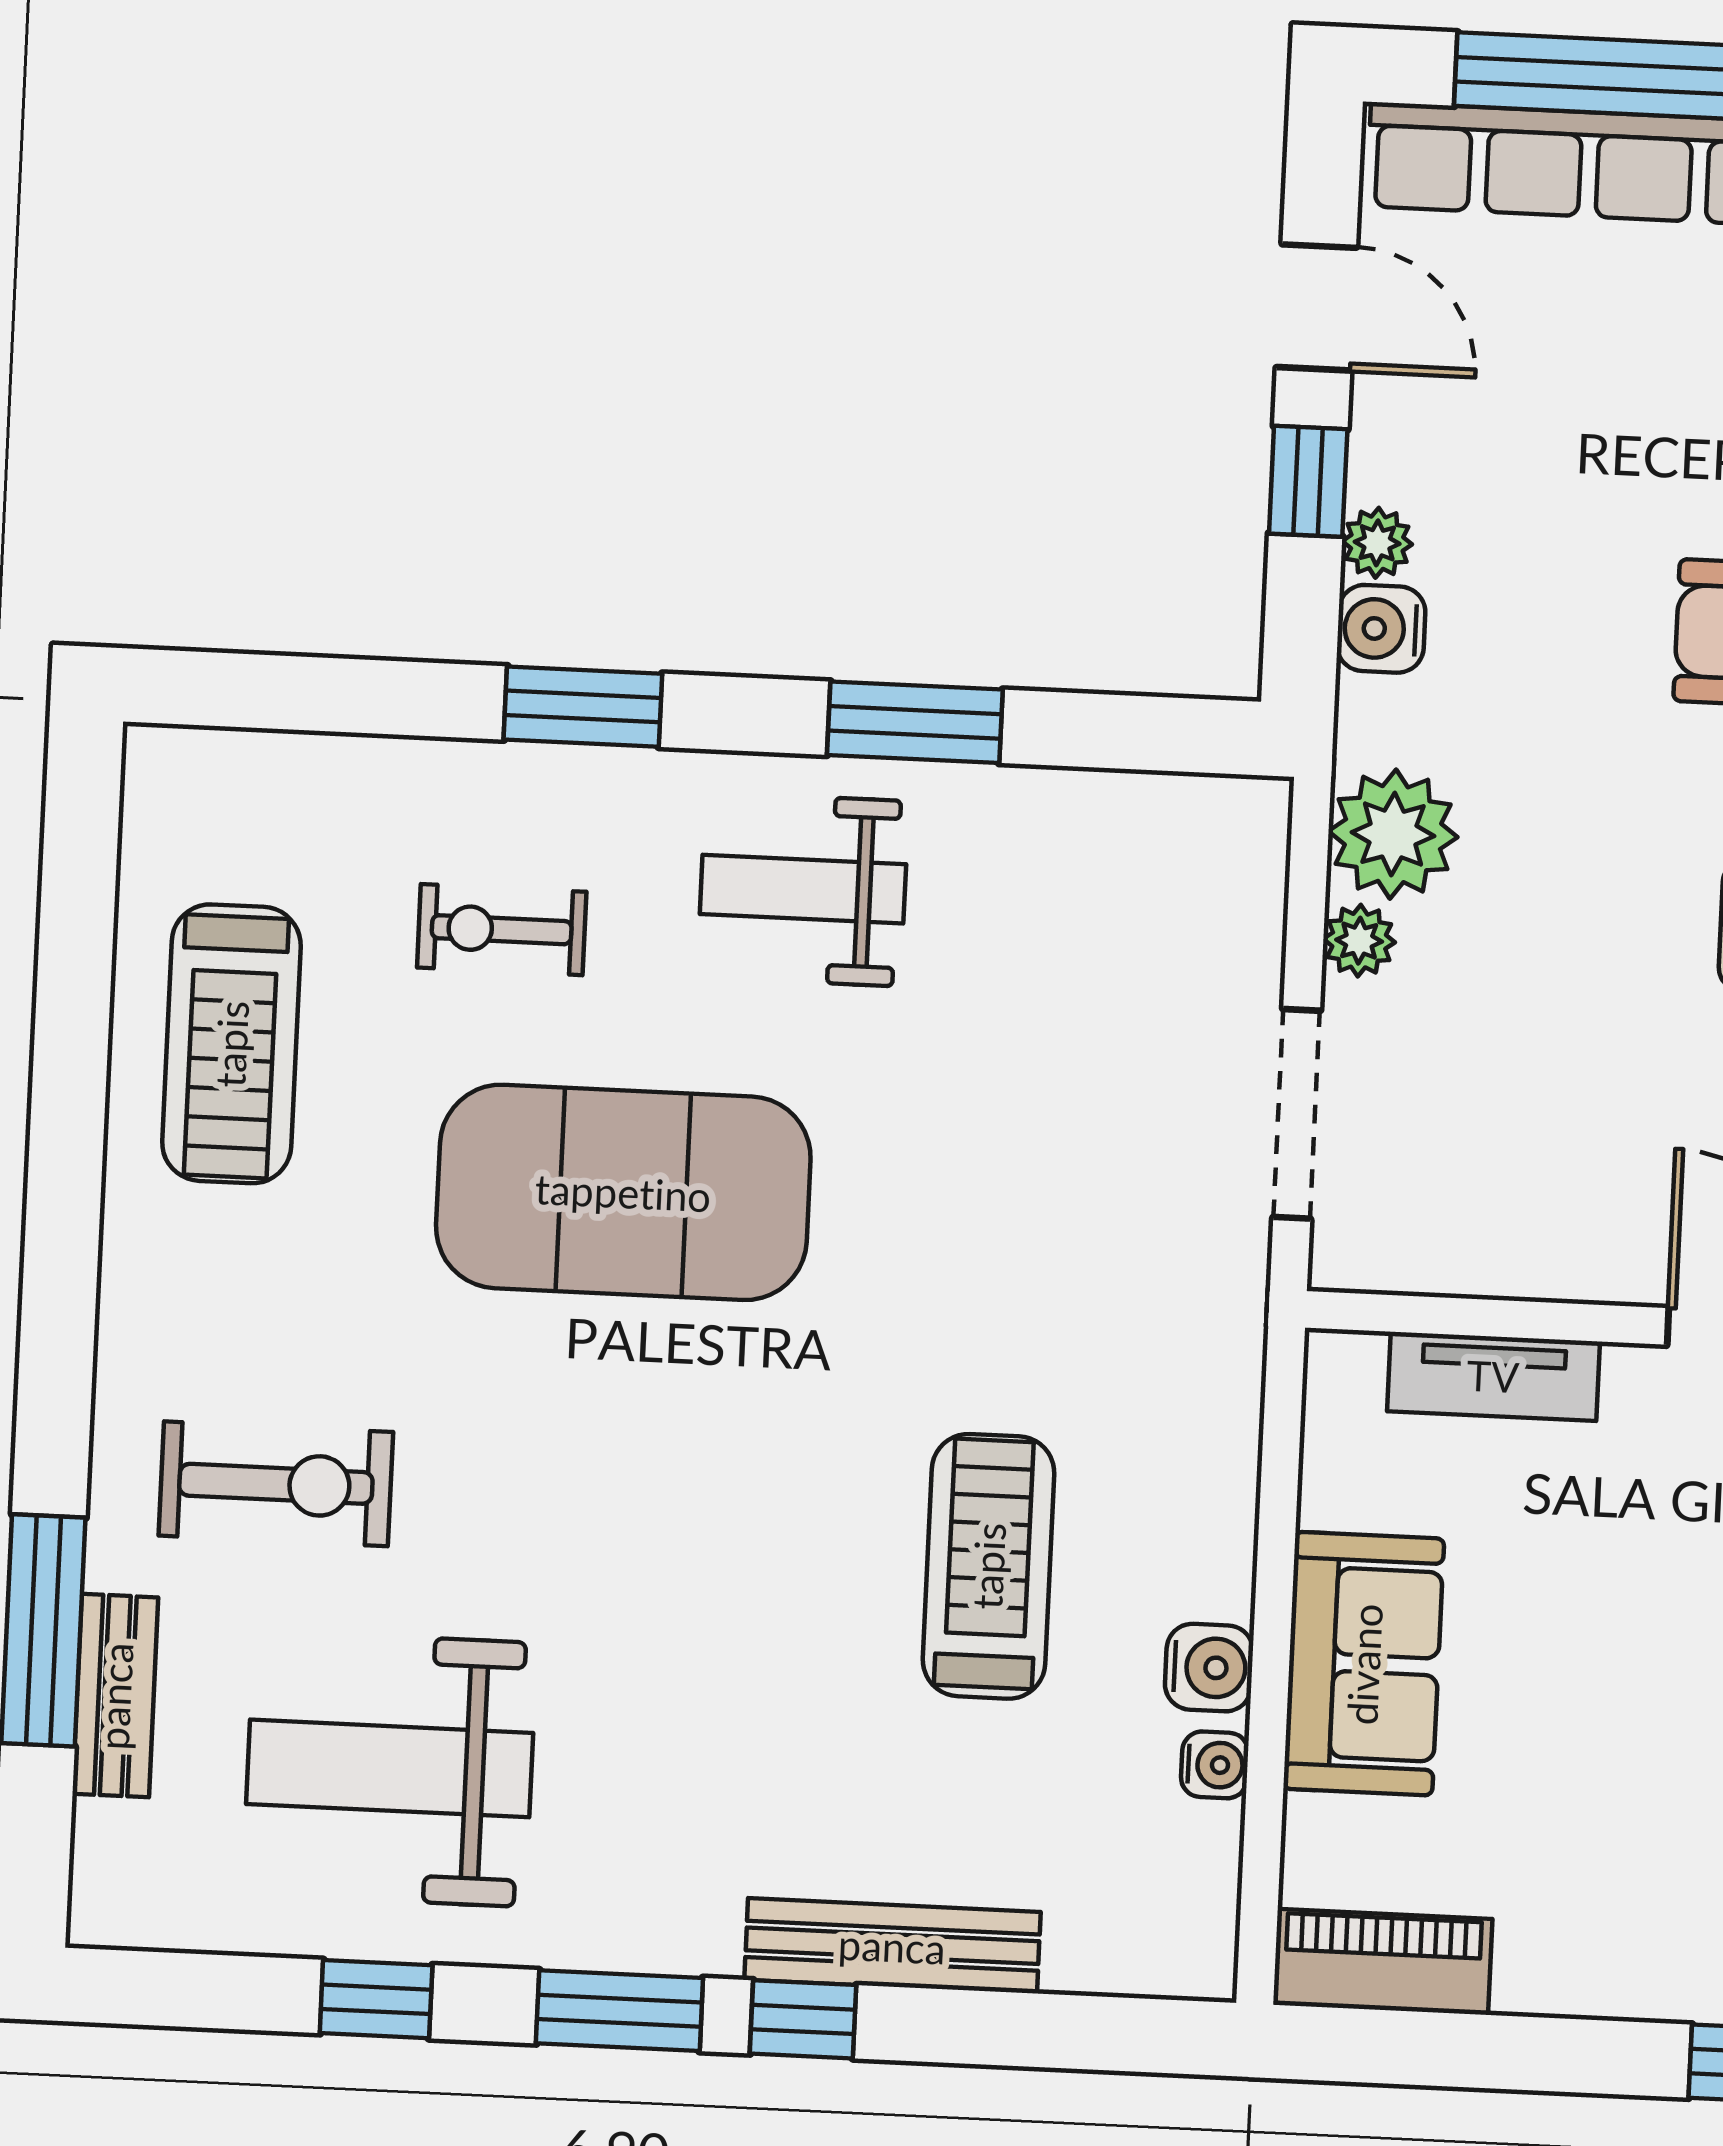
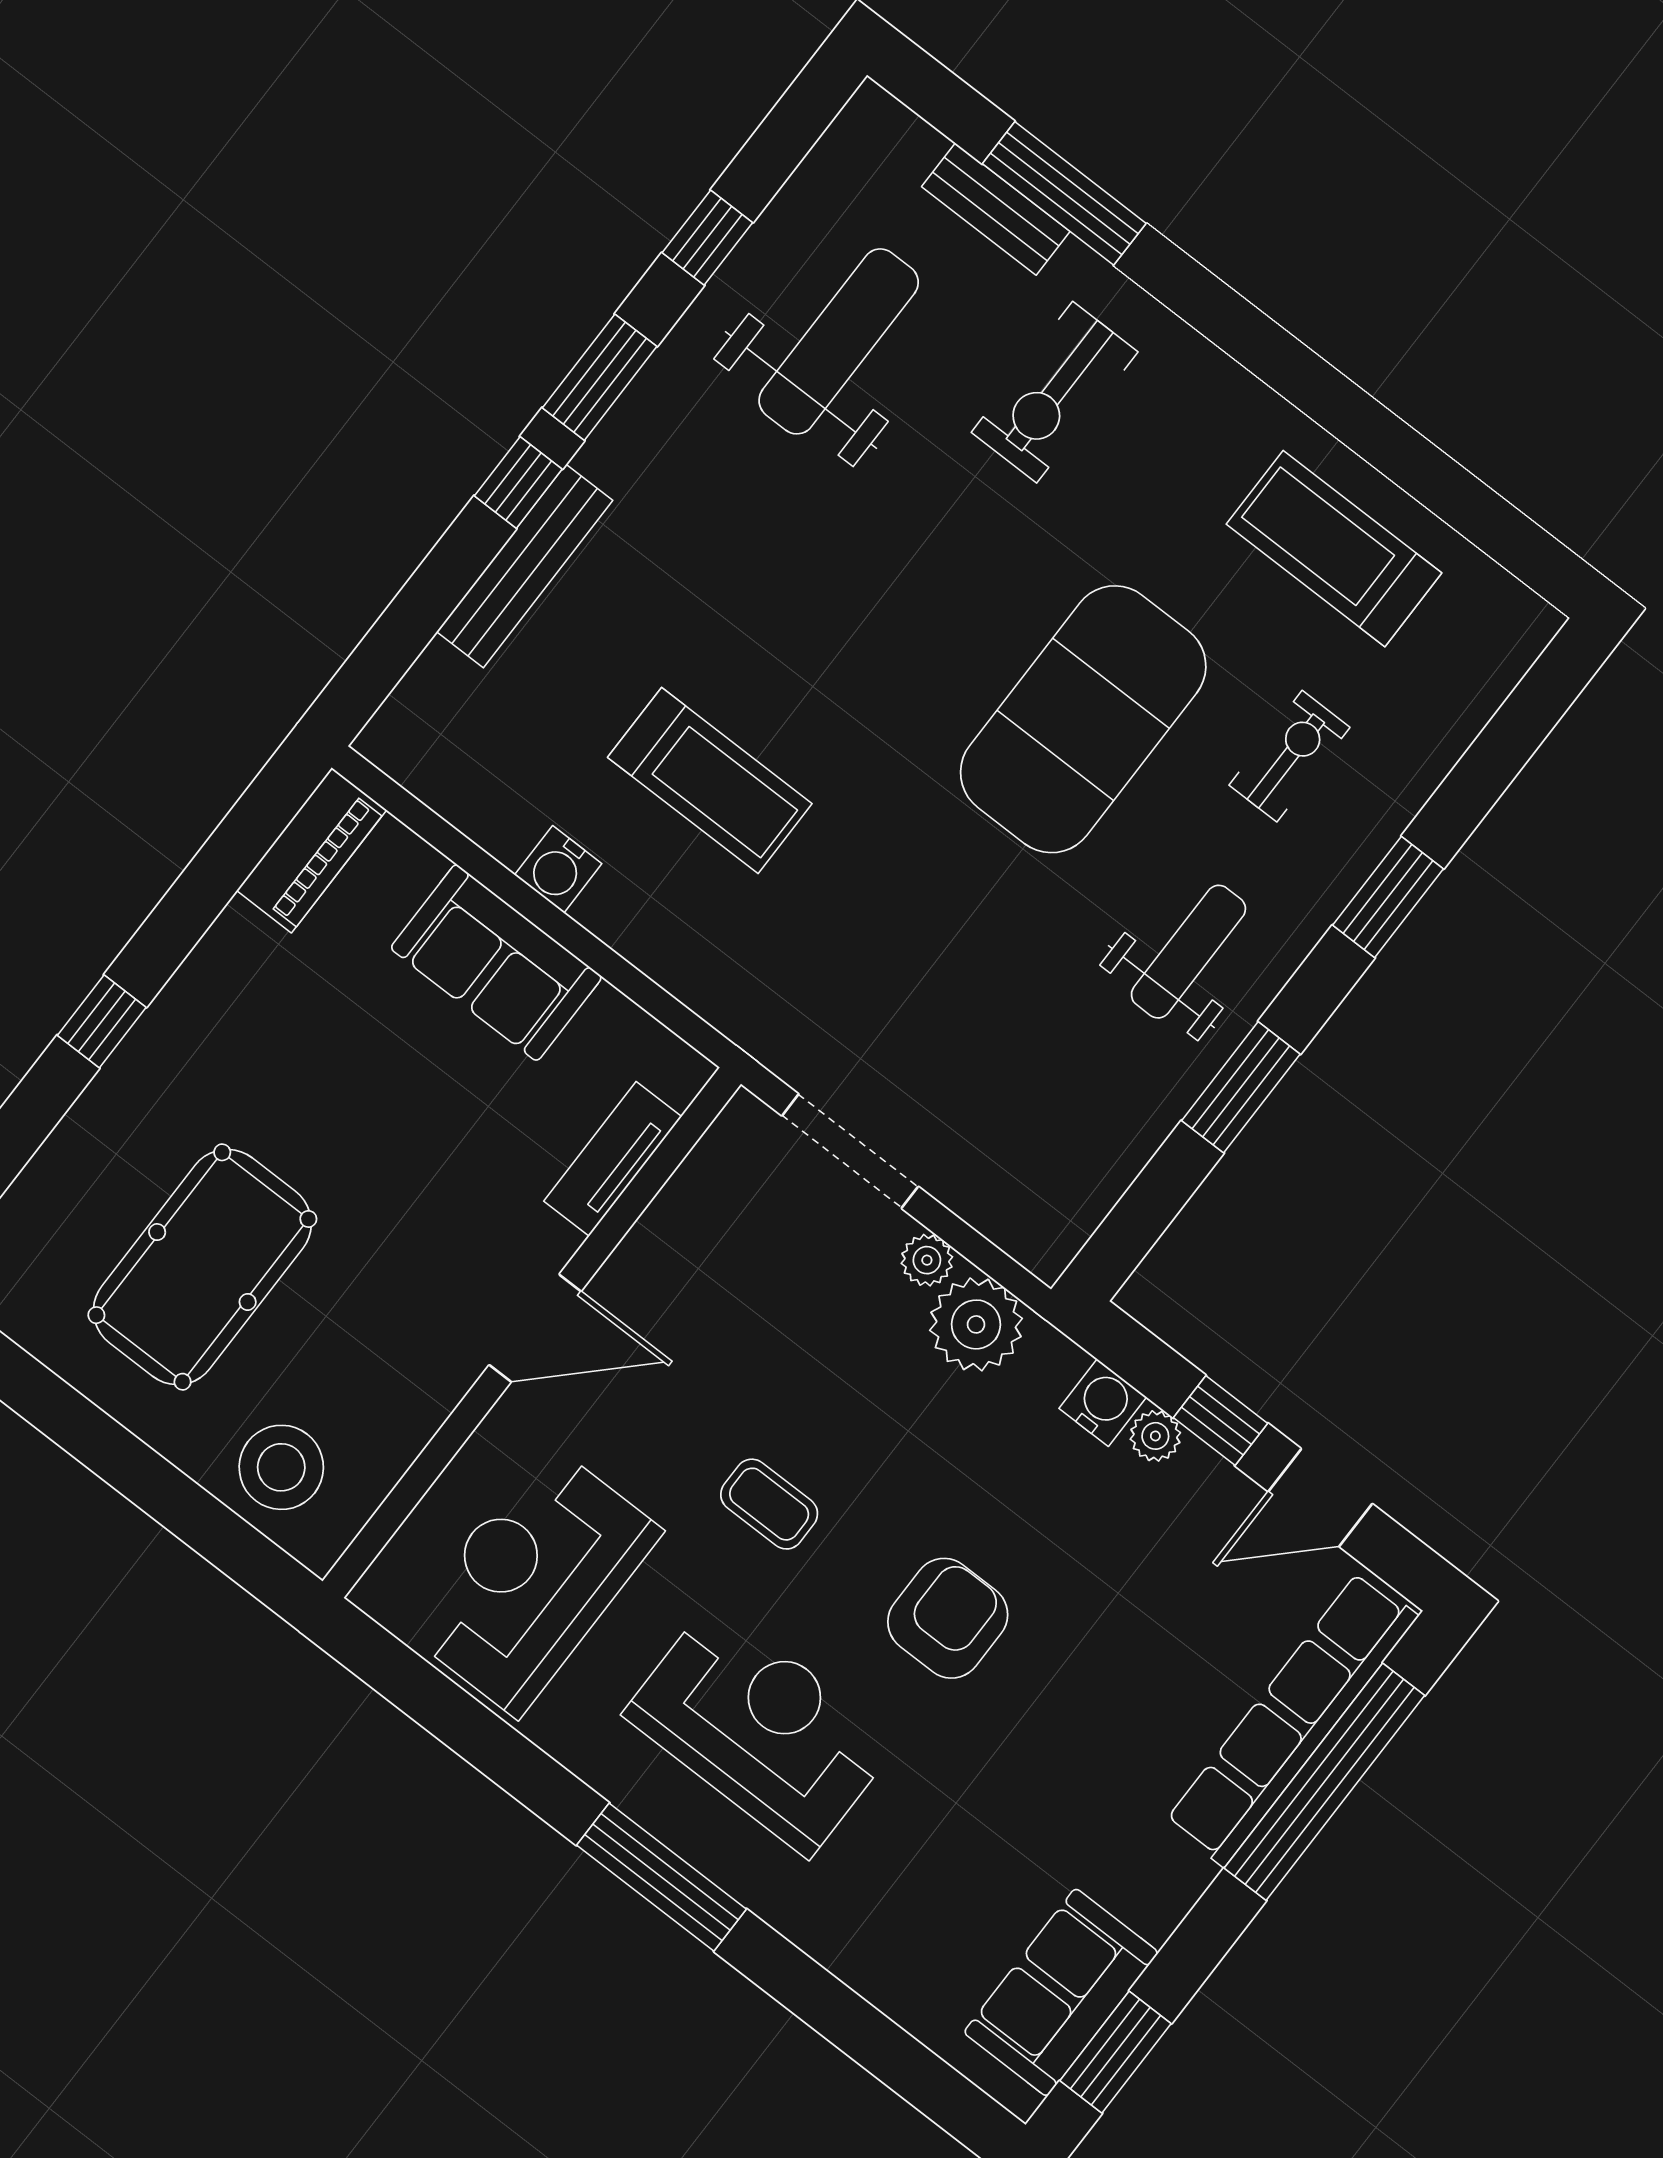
water cooler: (1215, 1765) -> (498, 832), removed

